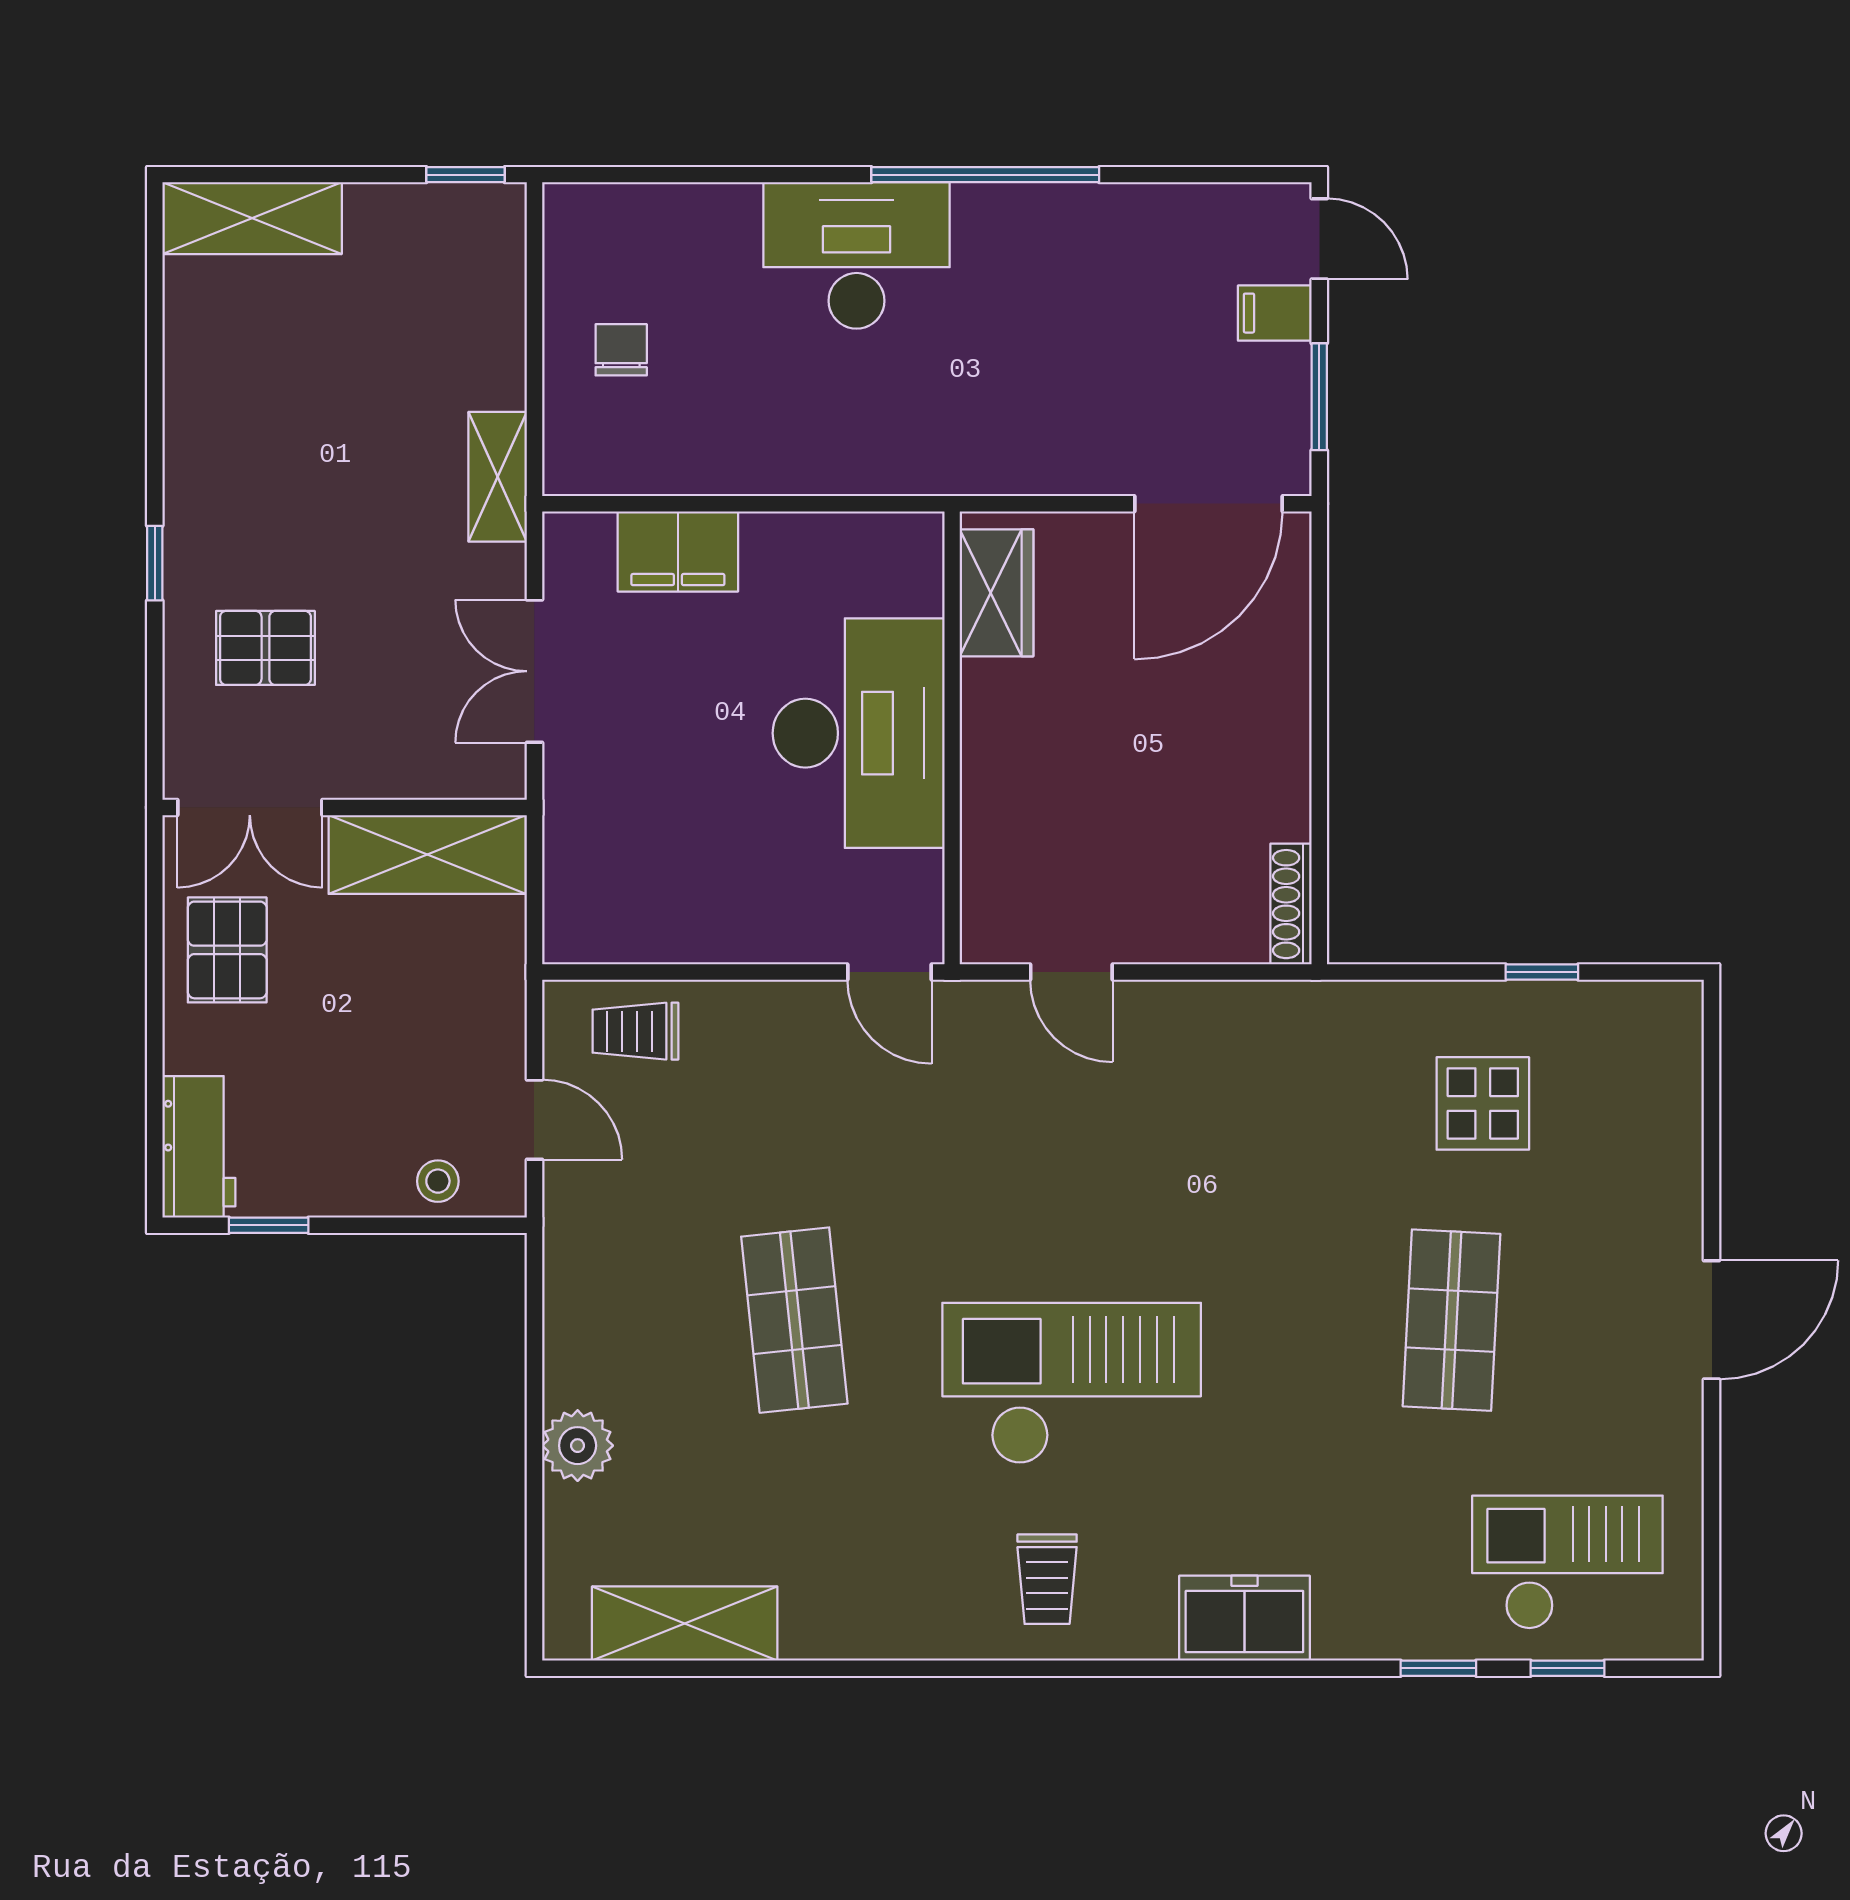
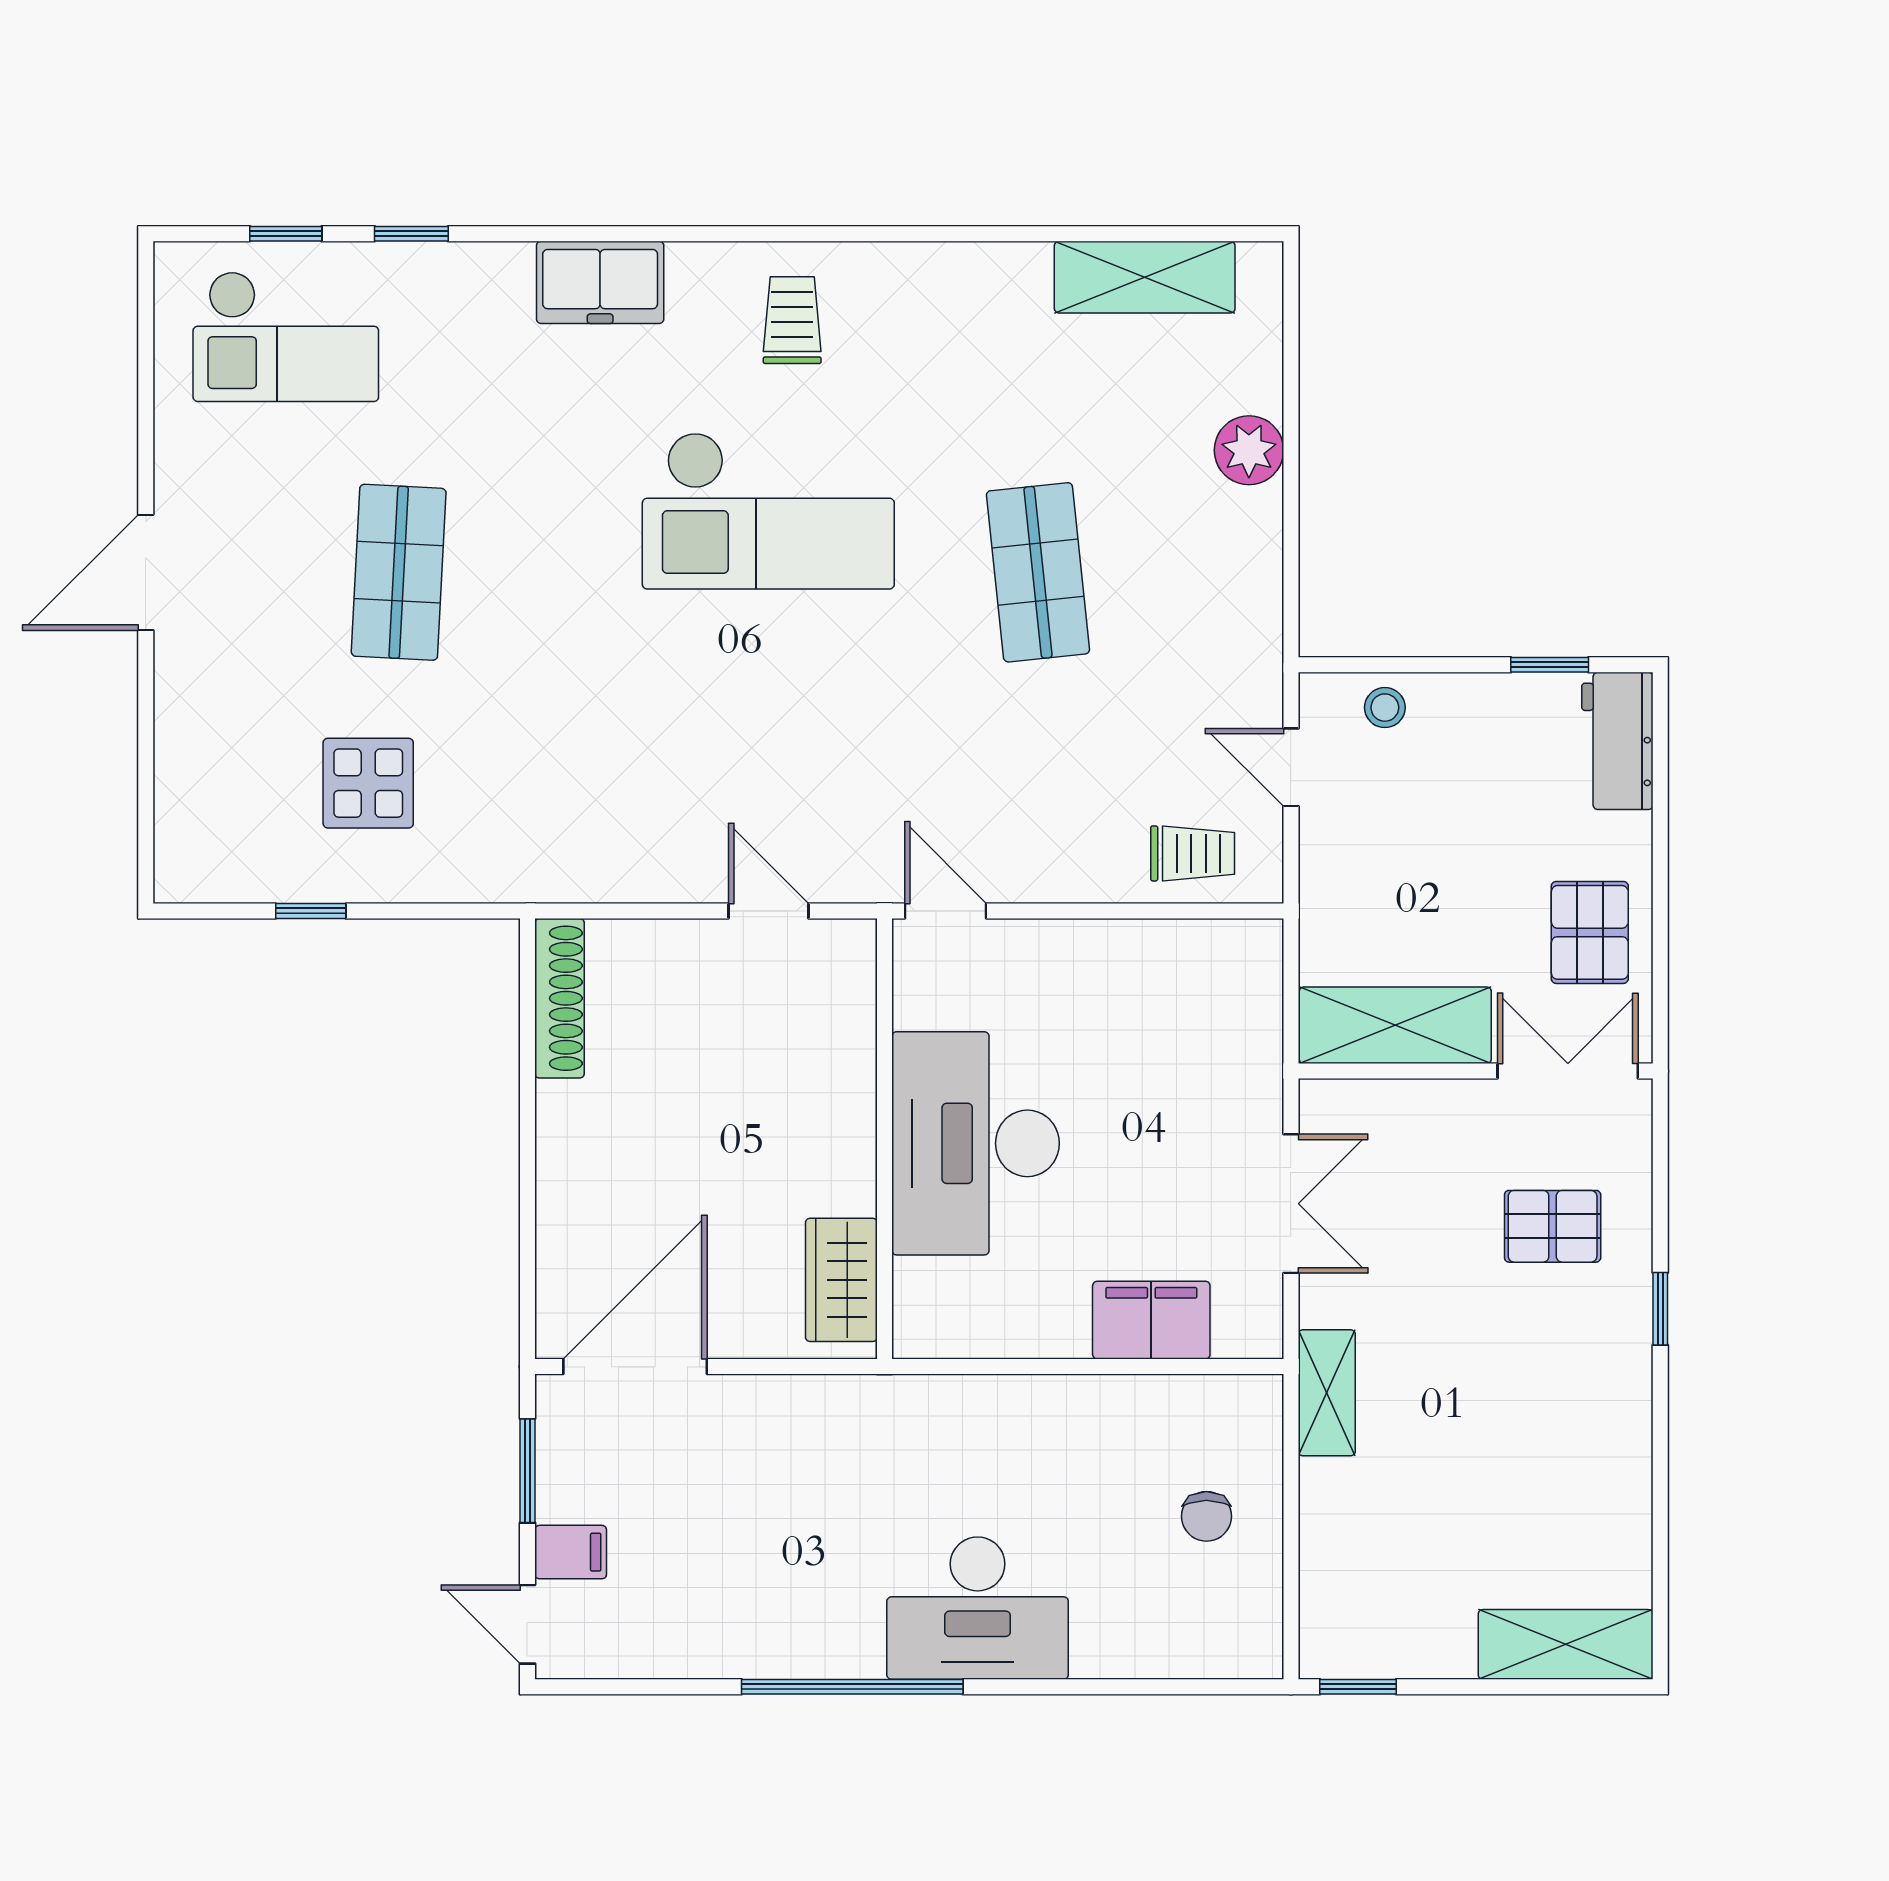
shoe rack: (1291, 904) -> (559, 998), width x1.36, depth x1.24

